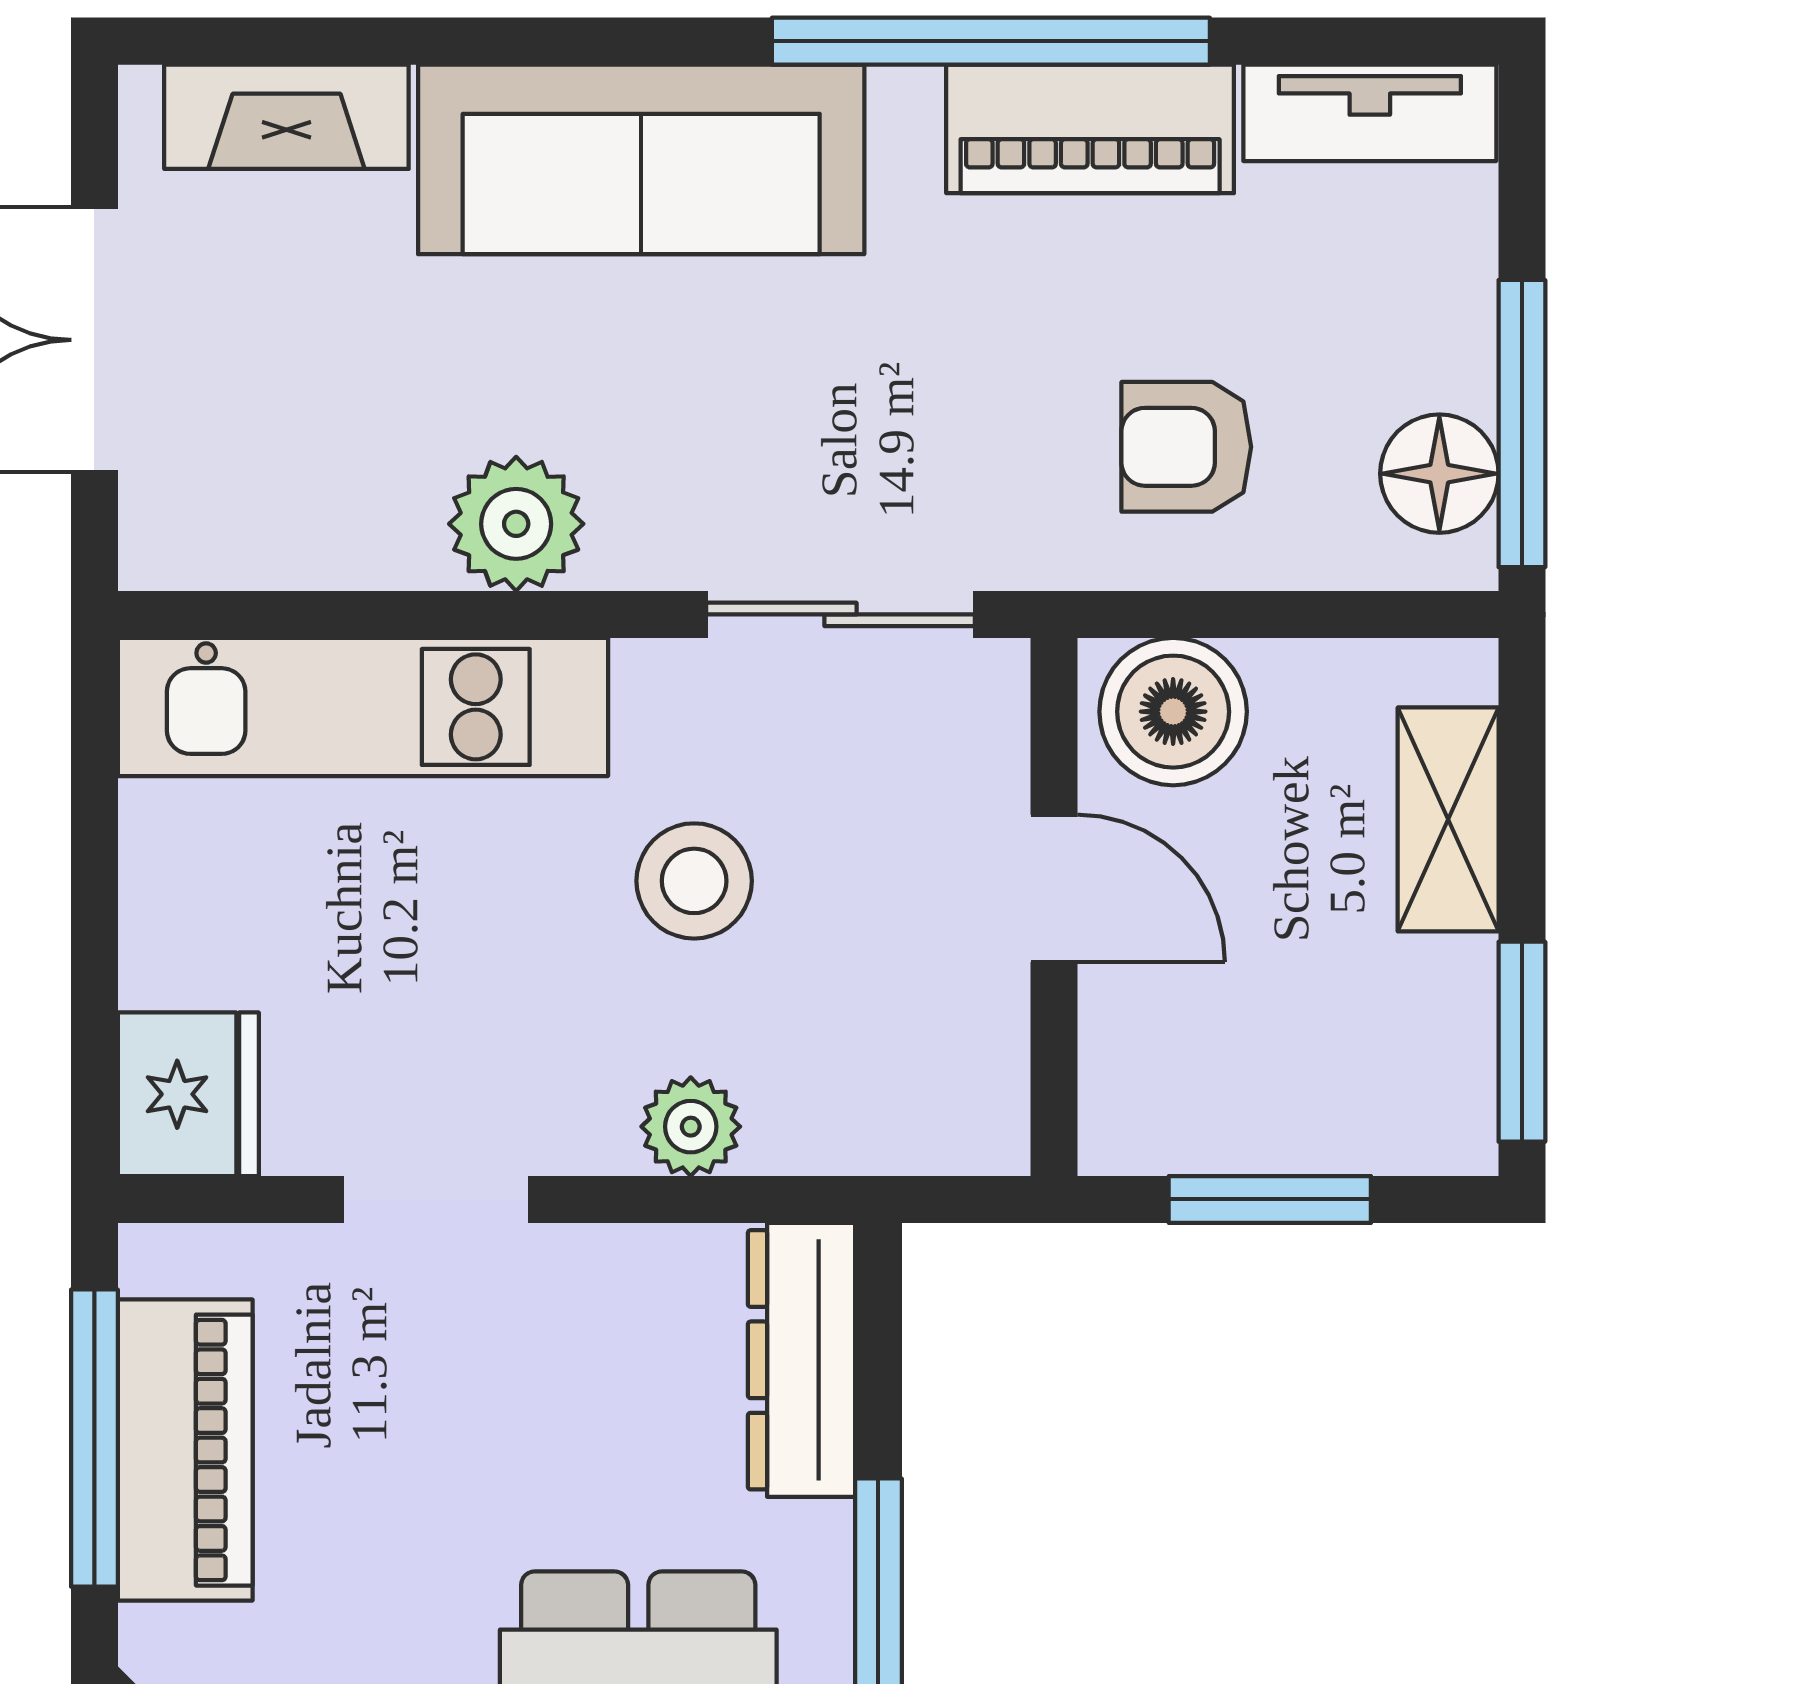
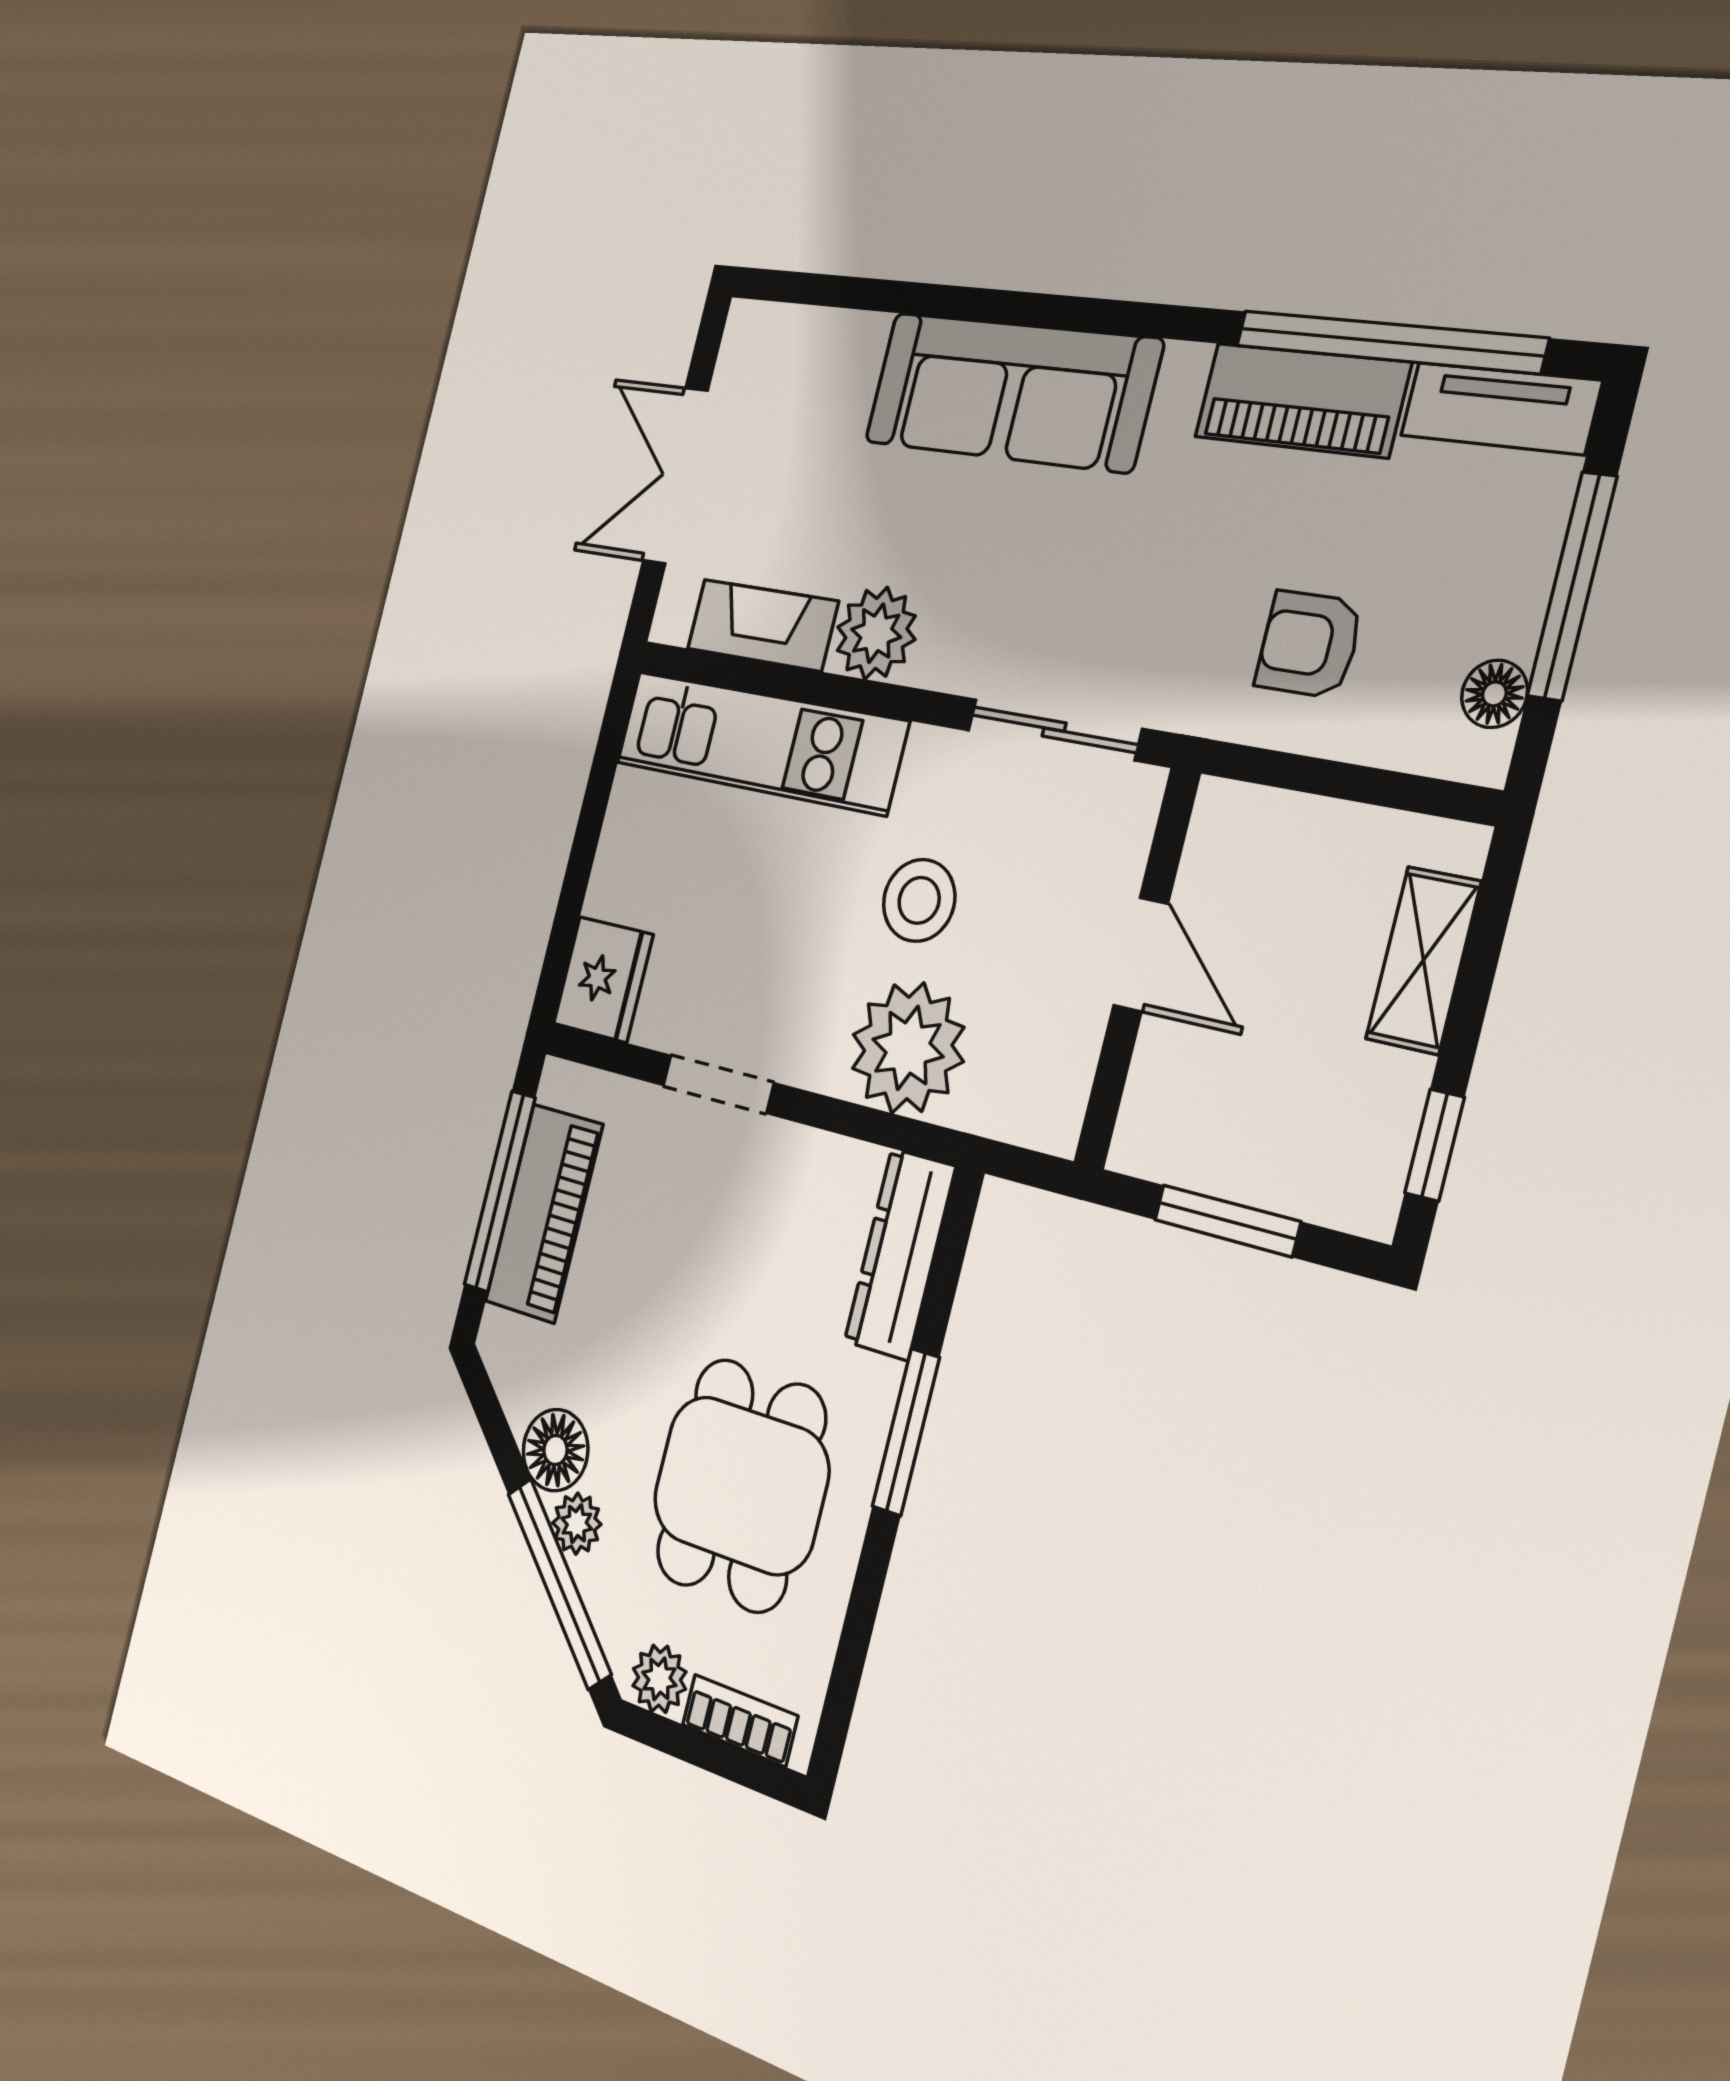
window: (991, 41) -> (1389, 342), moved
fireplace: (286, 117) -> (762, 625), moved, turned 180
window: (1522, 424) -> (1572, 586), moved
floor lamp: (1439, 474) -> (1494, 694), width x0.73, depth x0.73
boiler: (1173, 712) -> (1252, 840), removed
window: (1522, 1042) -> (1435, 1145), width x0.67
plant: (691, 1127) -> (908, 1048), width x1.88, depth x1.88

